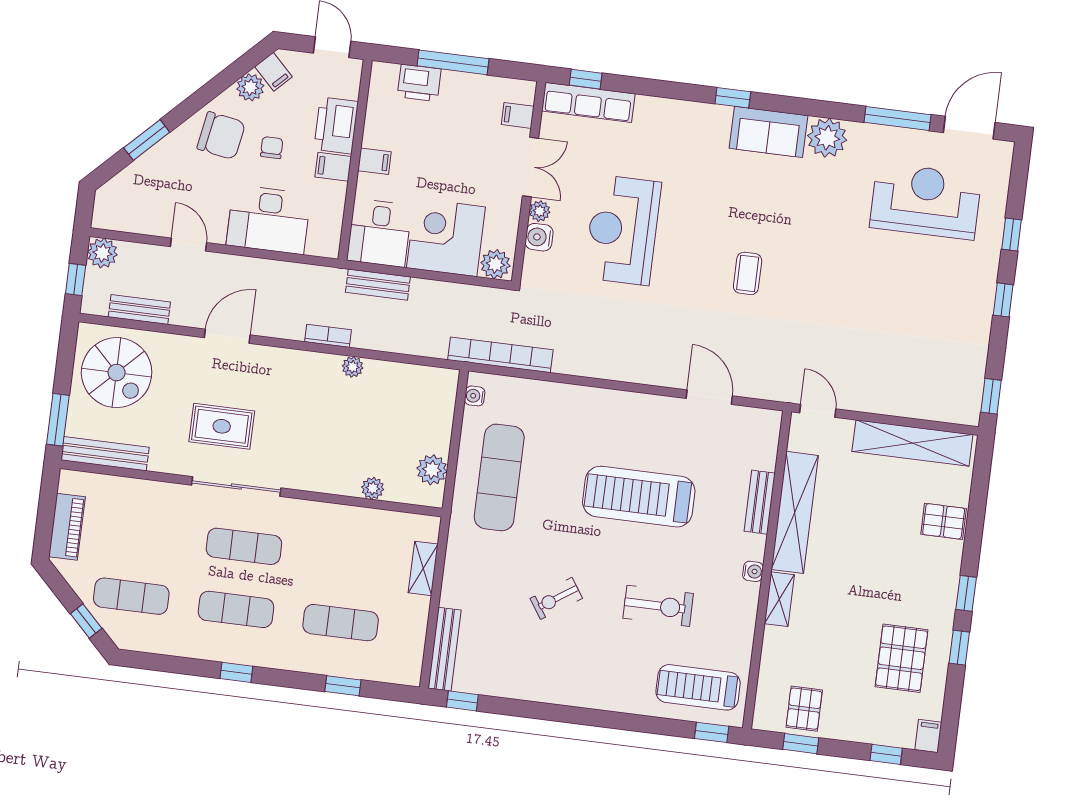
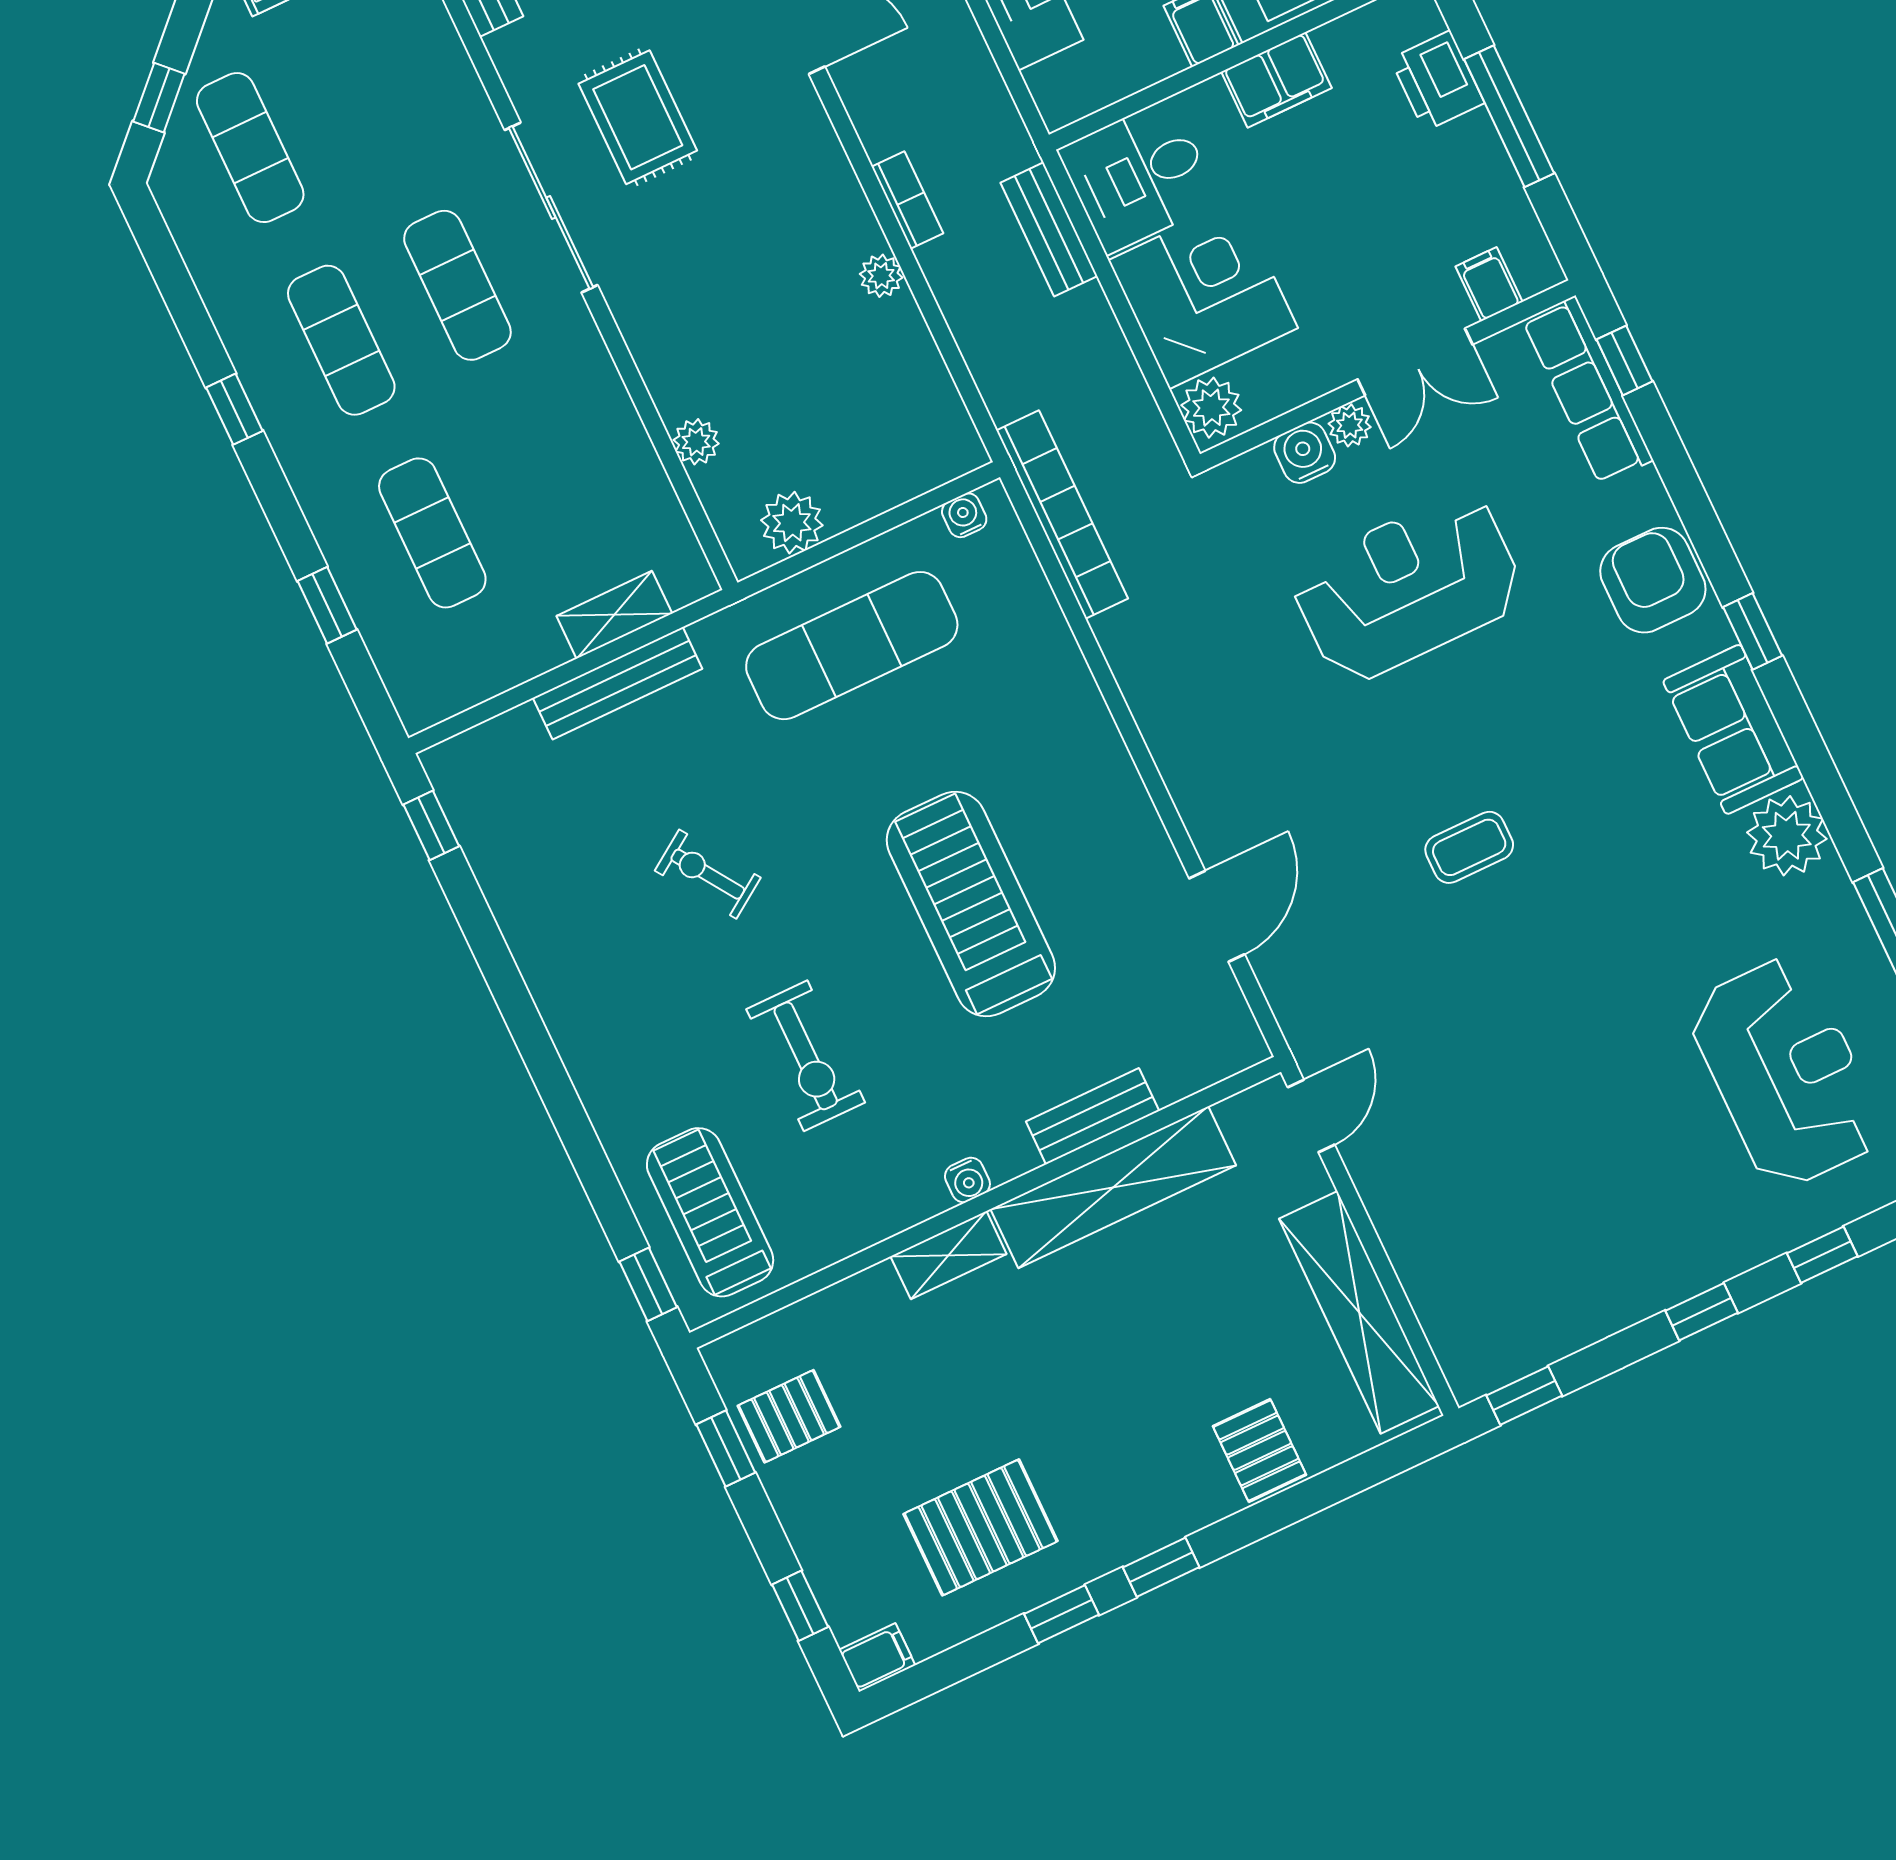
armchair: (685, 126) -> (1653, 580), added
filing cabinet: (374, 161) -> (1276, 80), width x2.00
bench: (445, 649) -> (618, 683), moved

